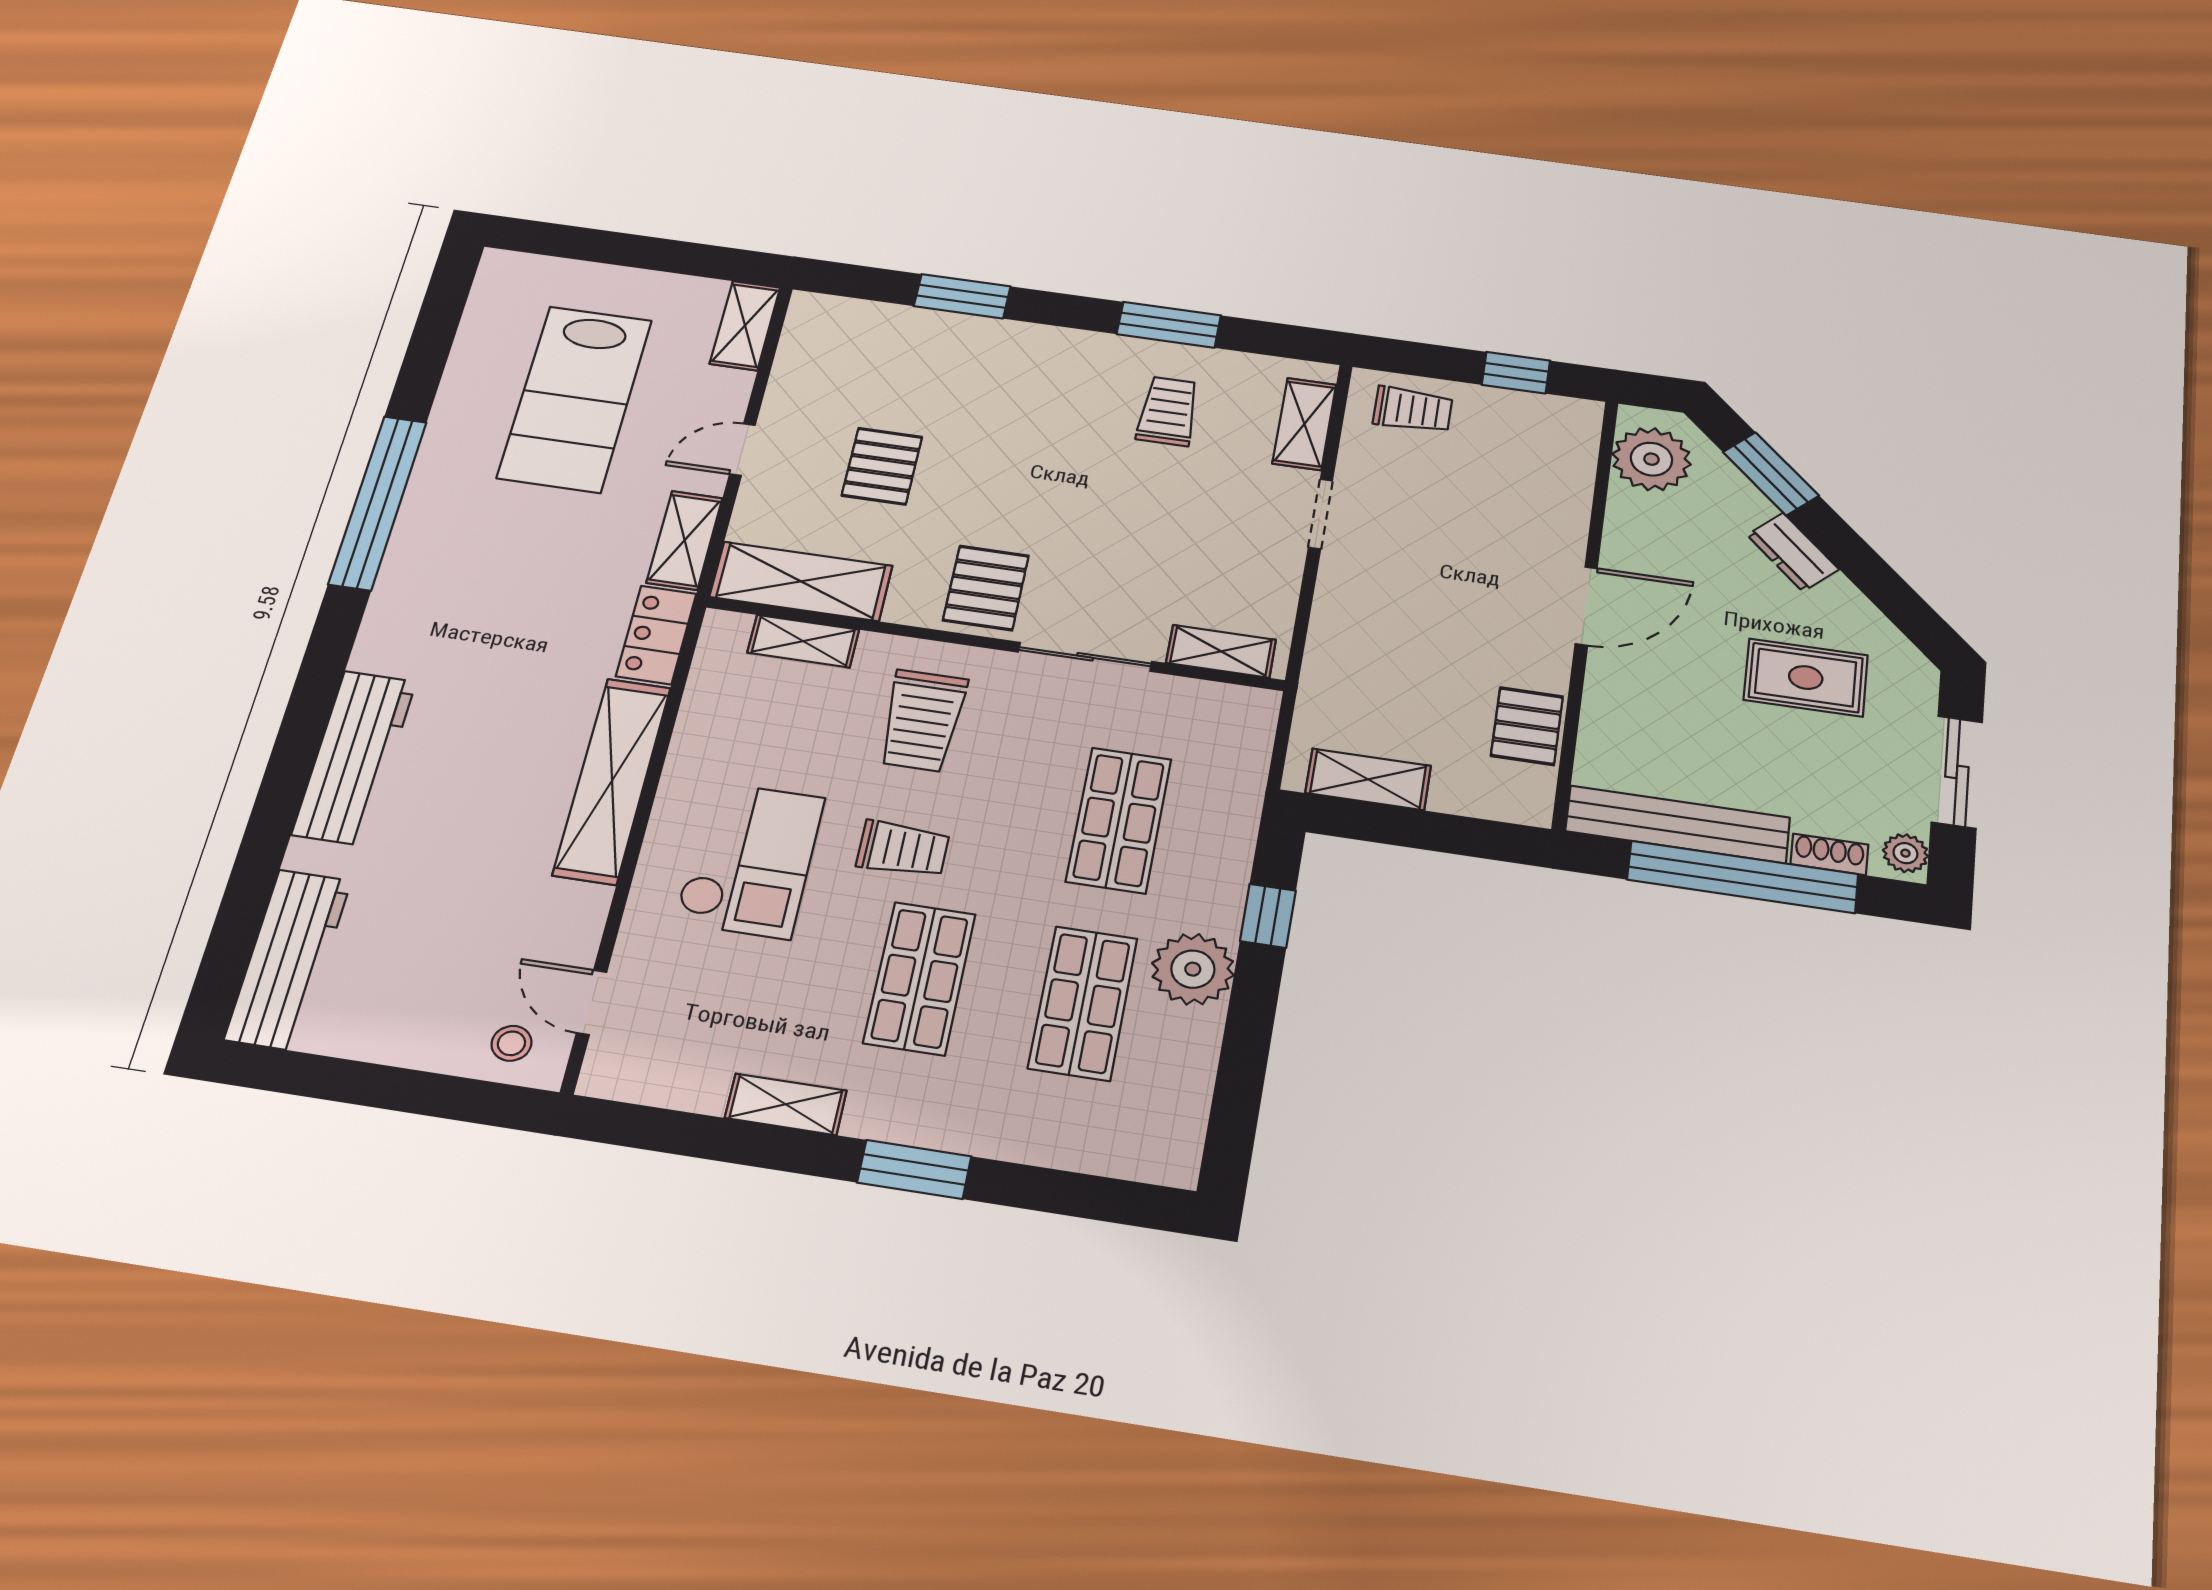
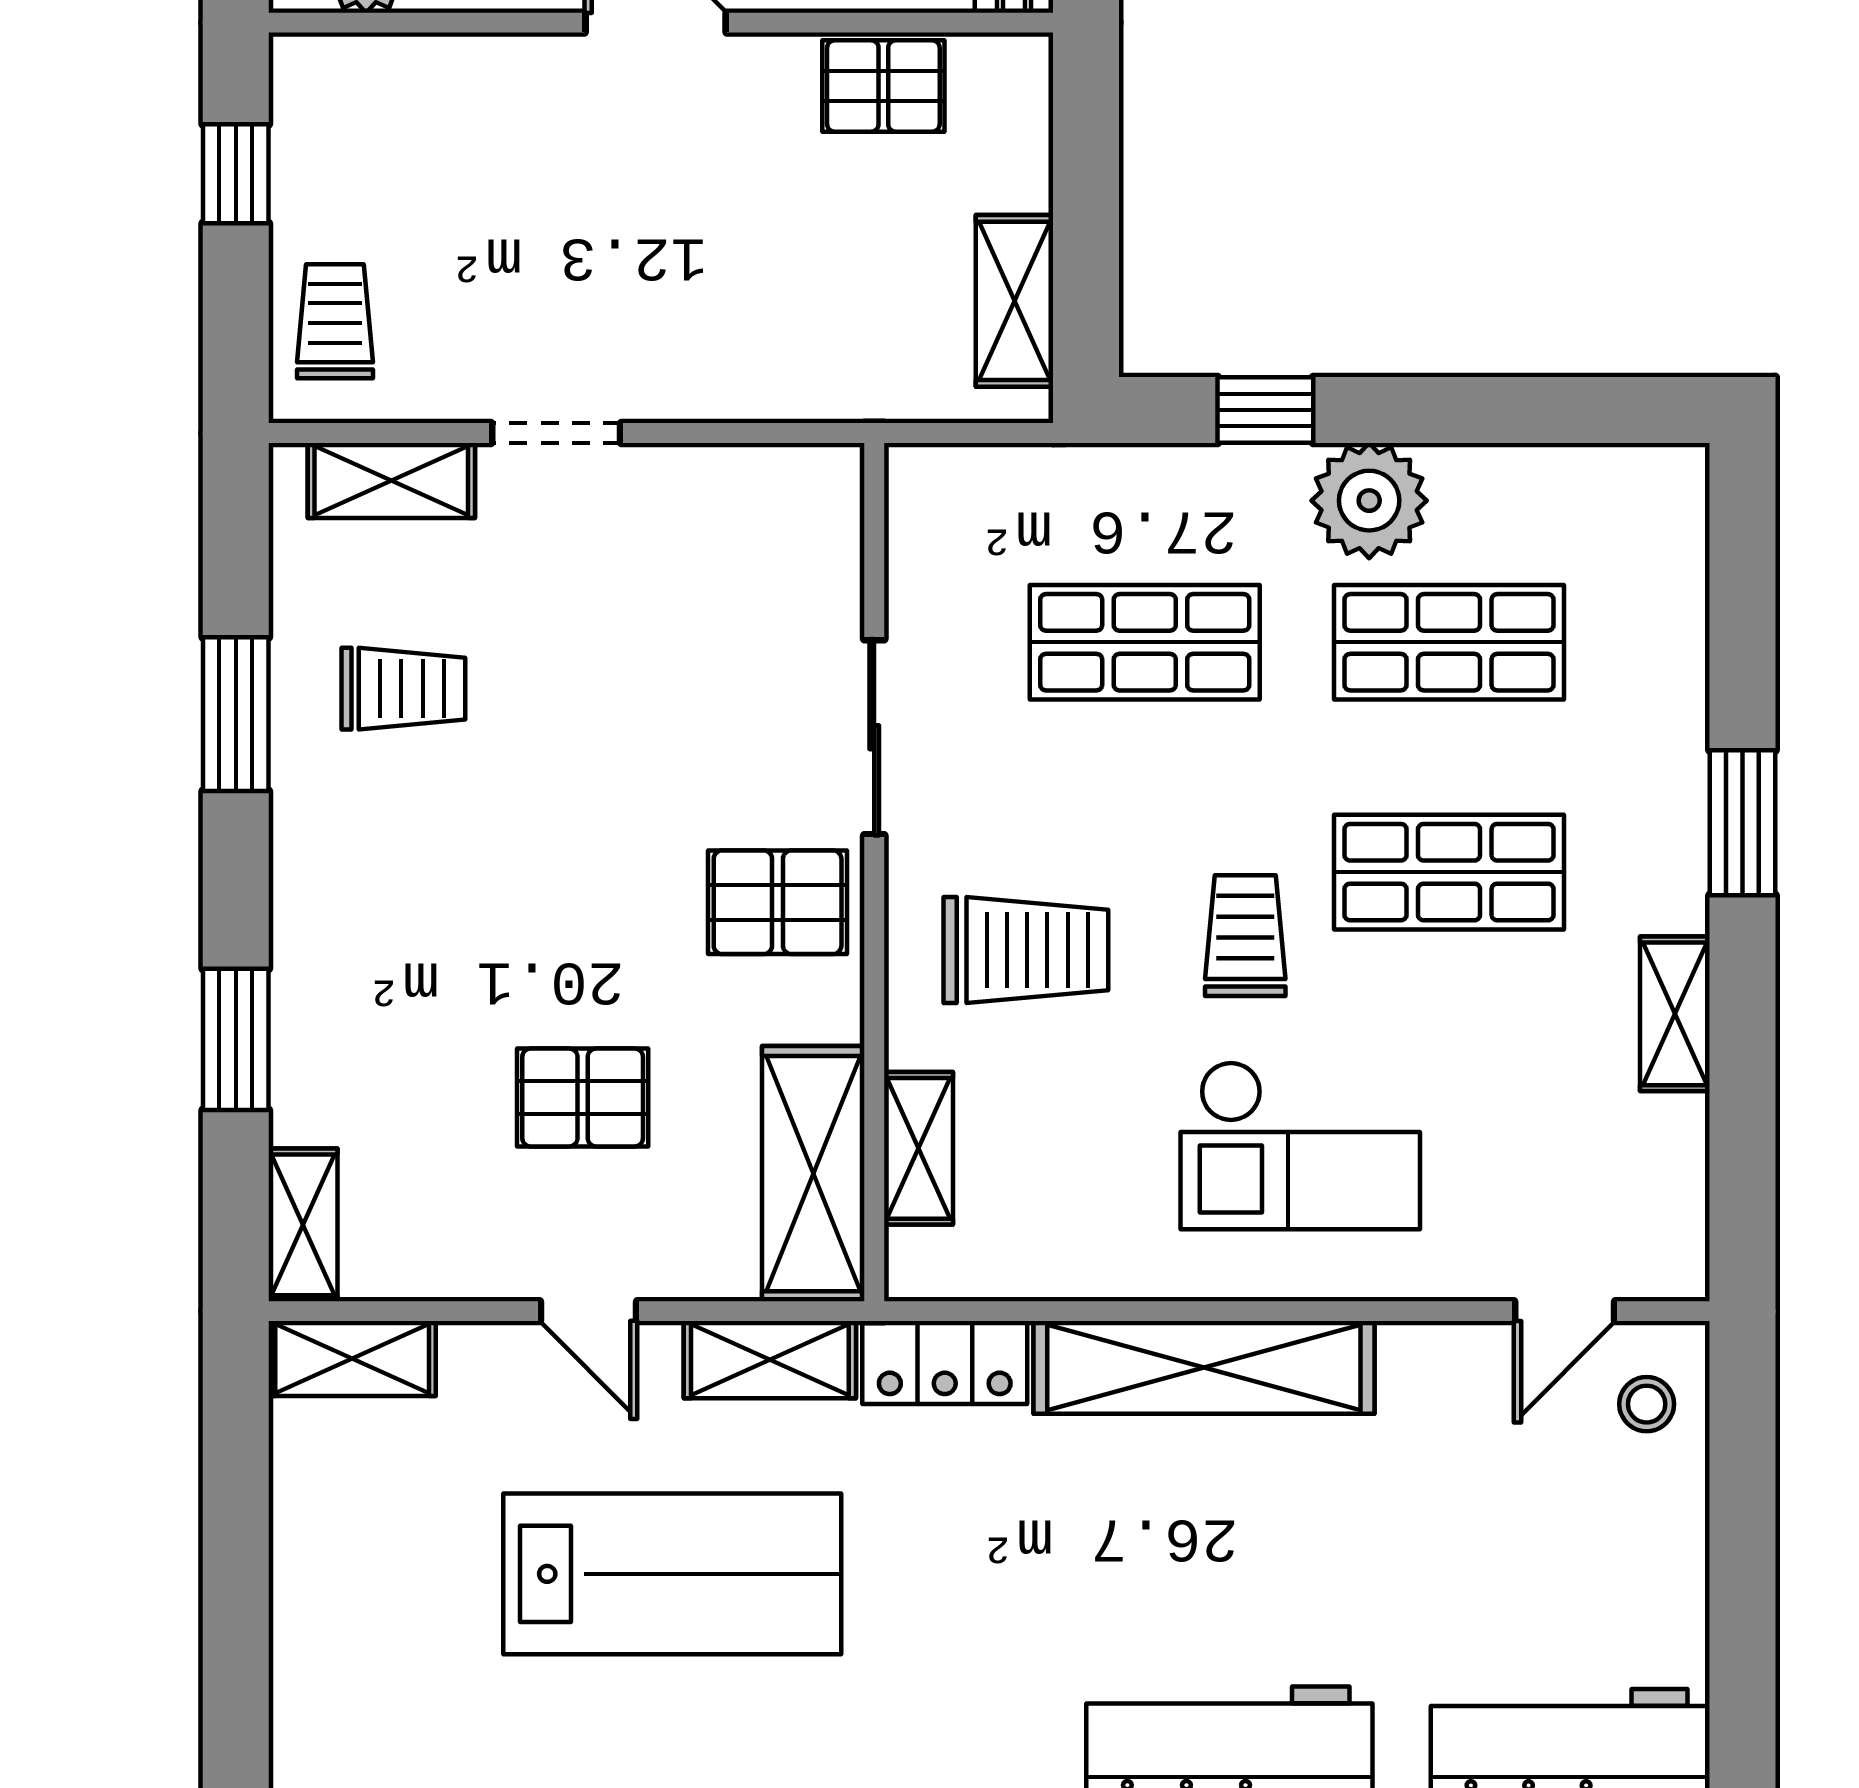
lab bench: (575, 399) -> (672, 1574), moved
trolley: (1168, 411) -> (403, 689), turned 180
shelving: (1221, 651) -> (303, 1225), moved
checkout: (750, 860) -> (1300, 1145), turned 180

